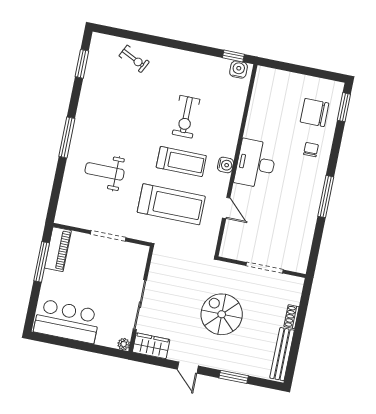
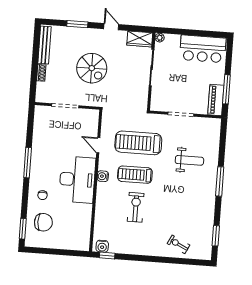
desk: (256, 164) -> (77, 180), width x1.36, depth x1.30

